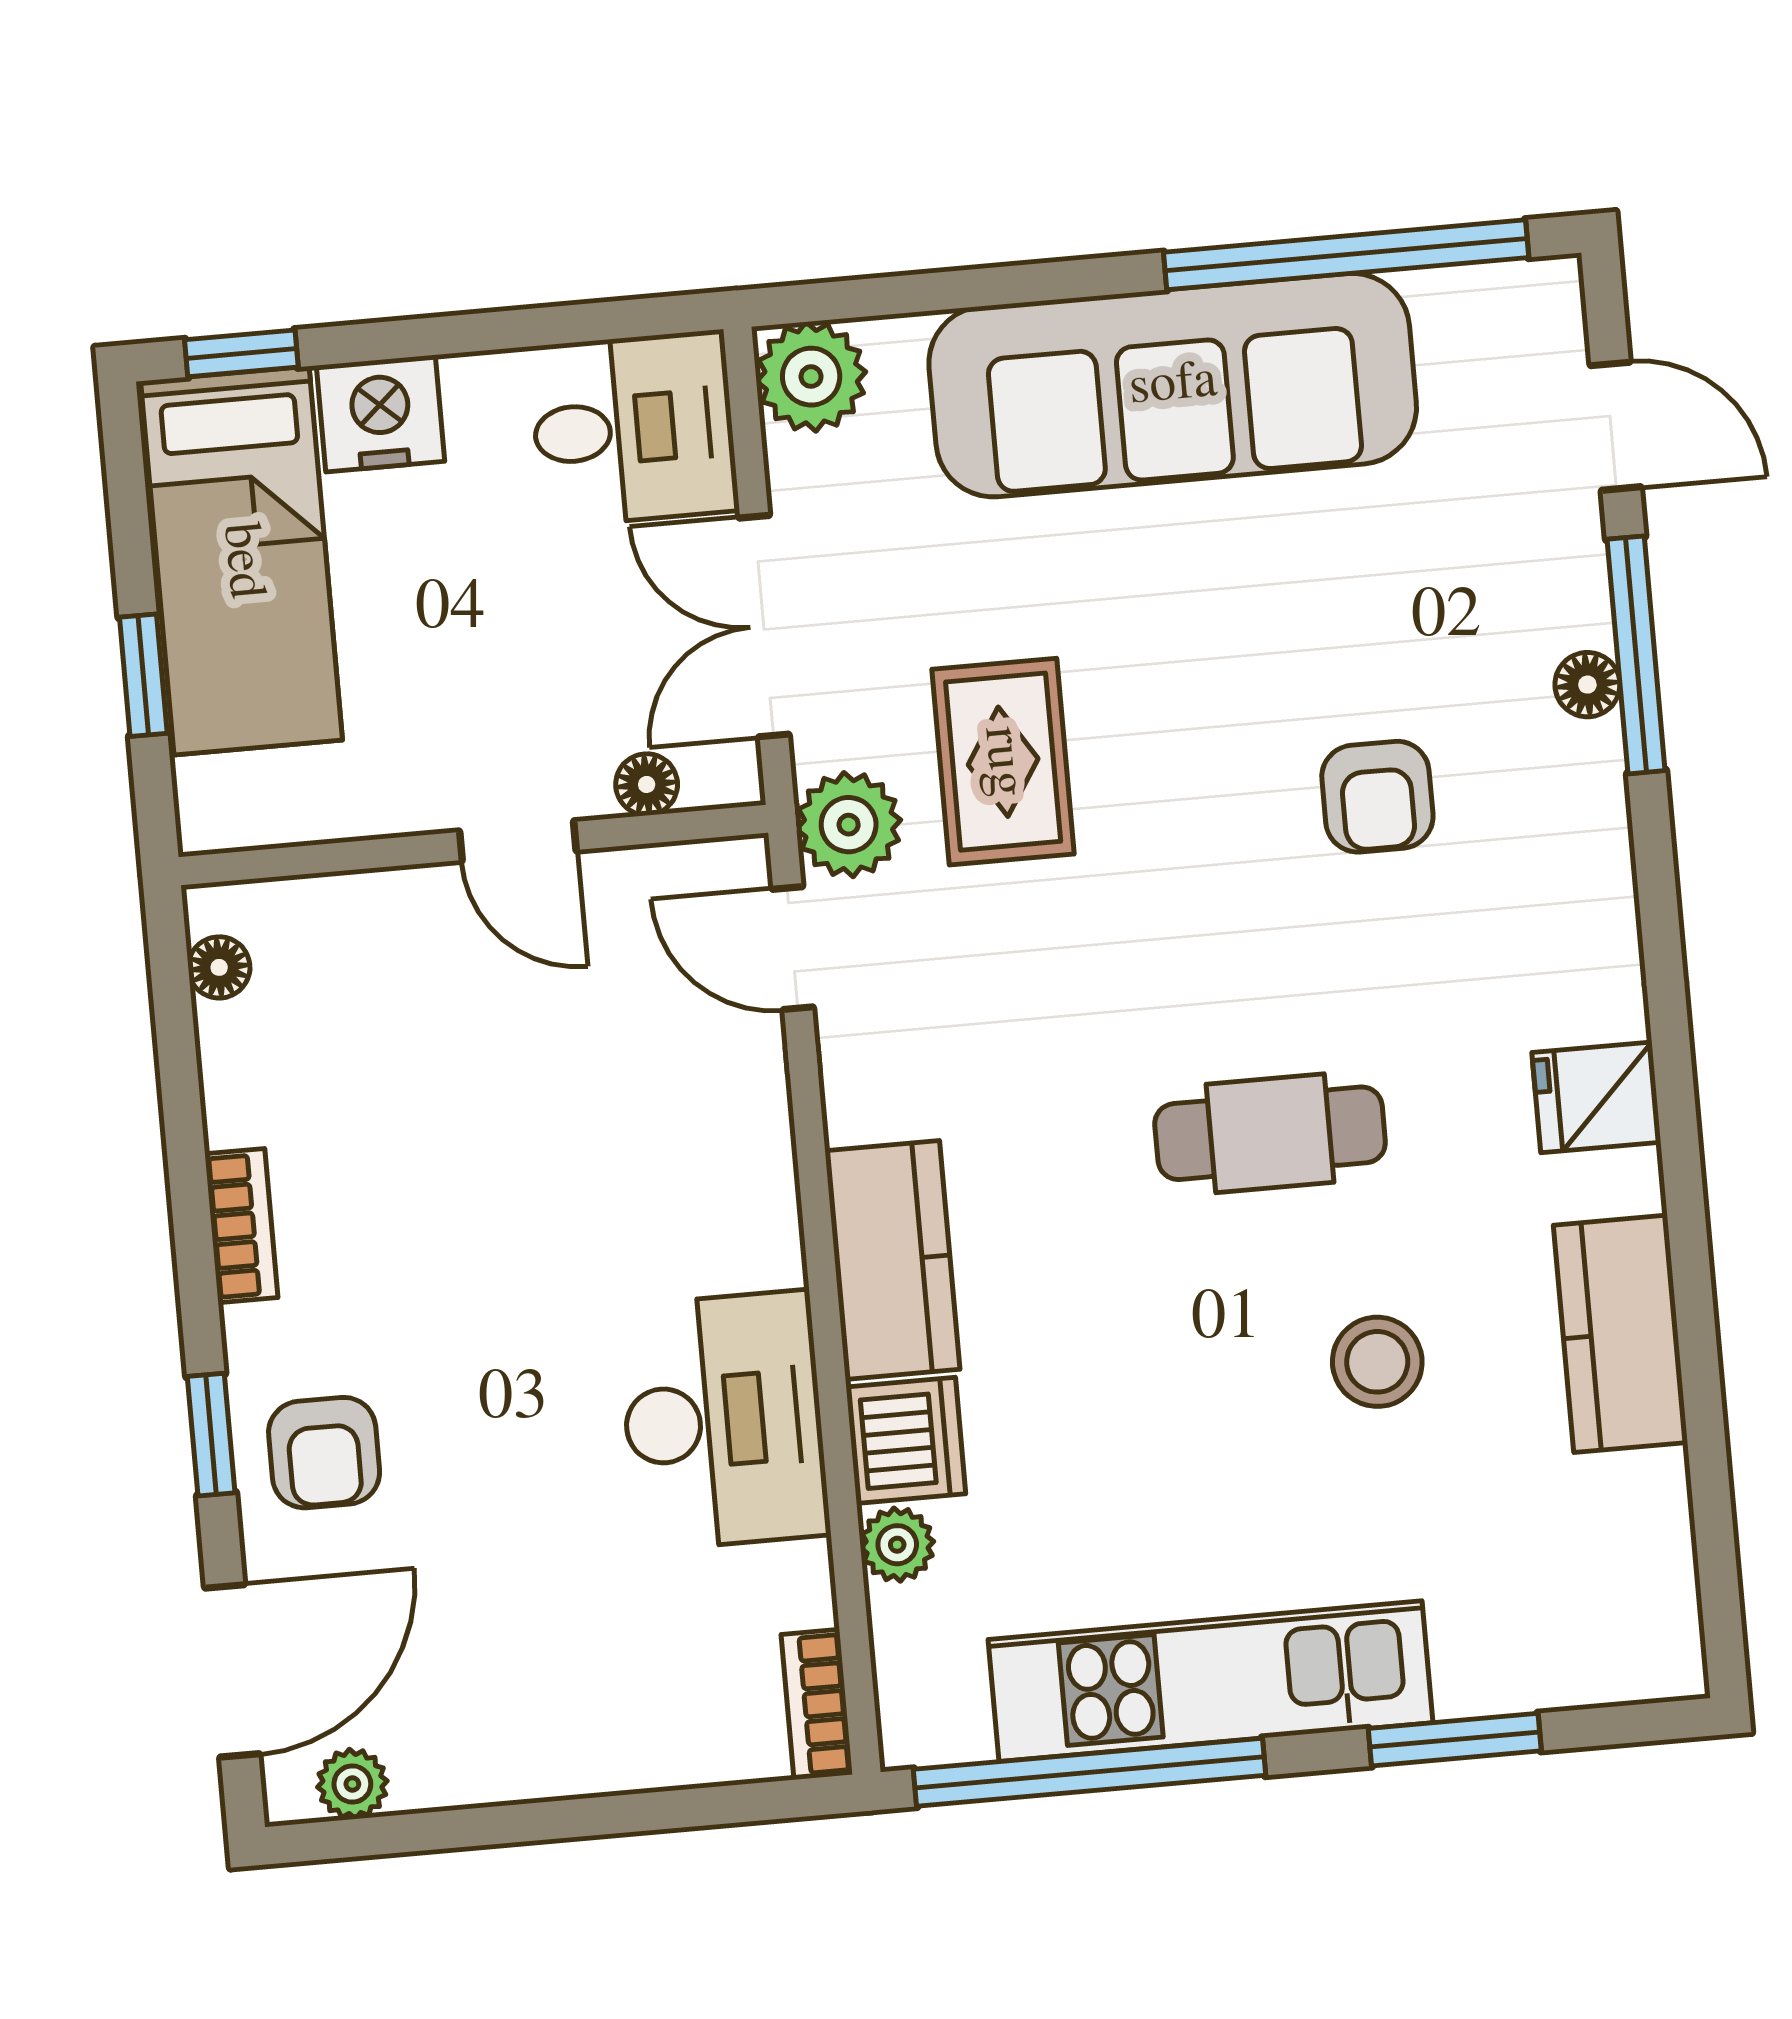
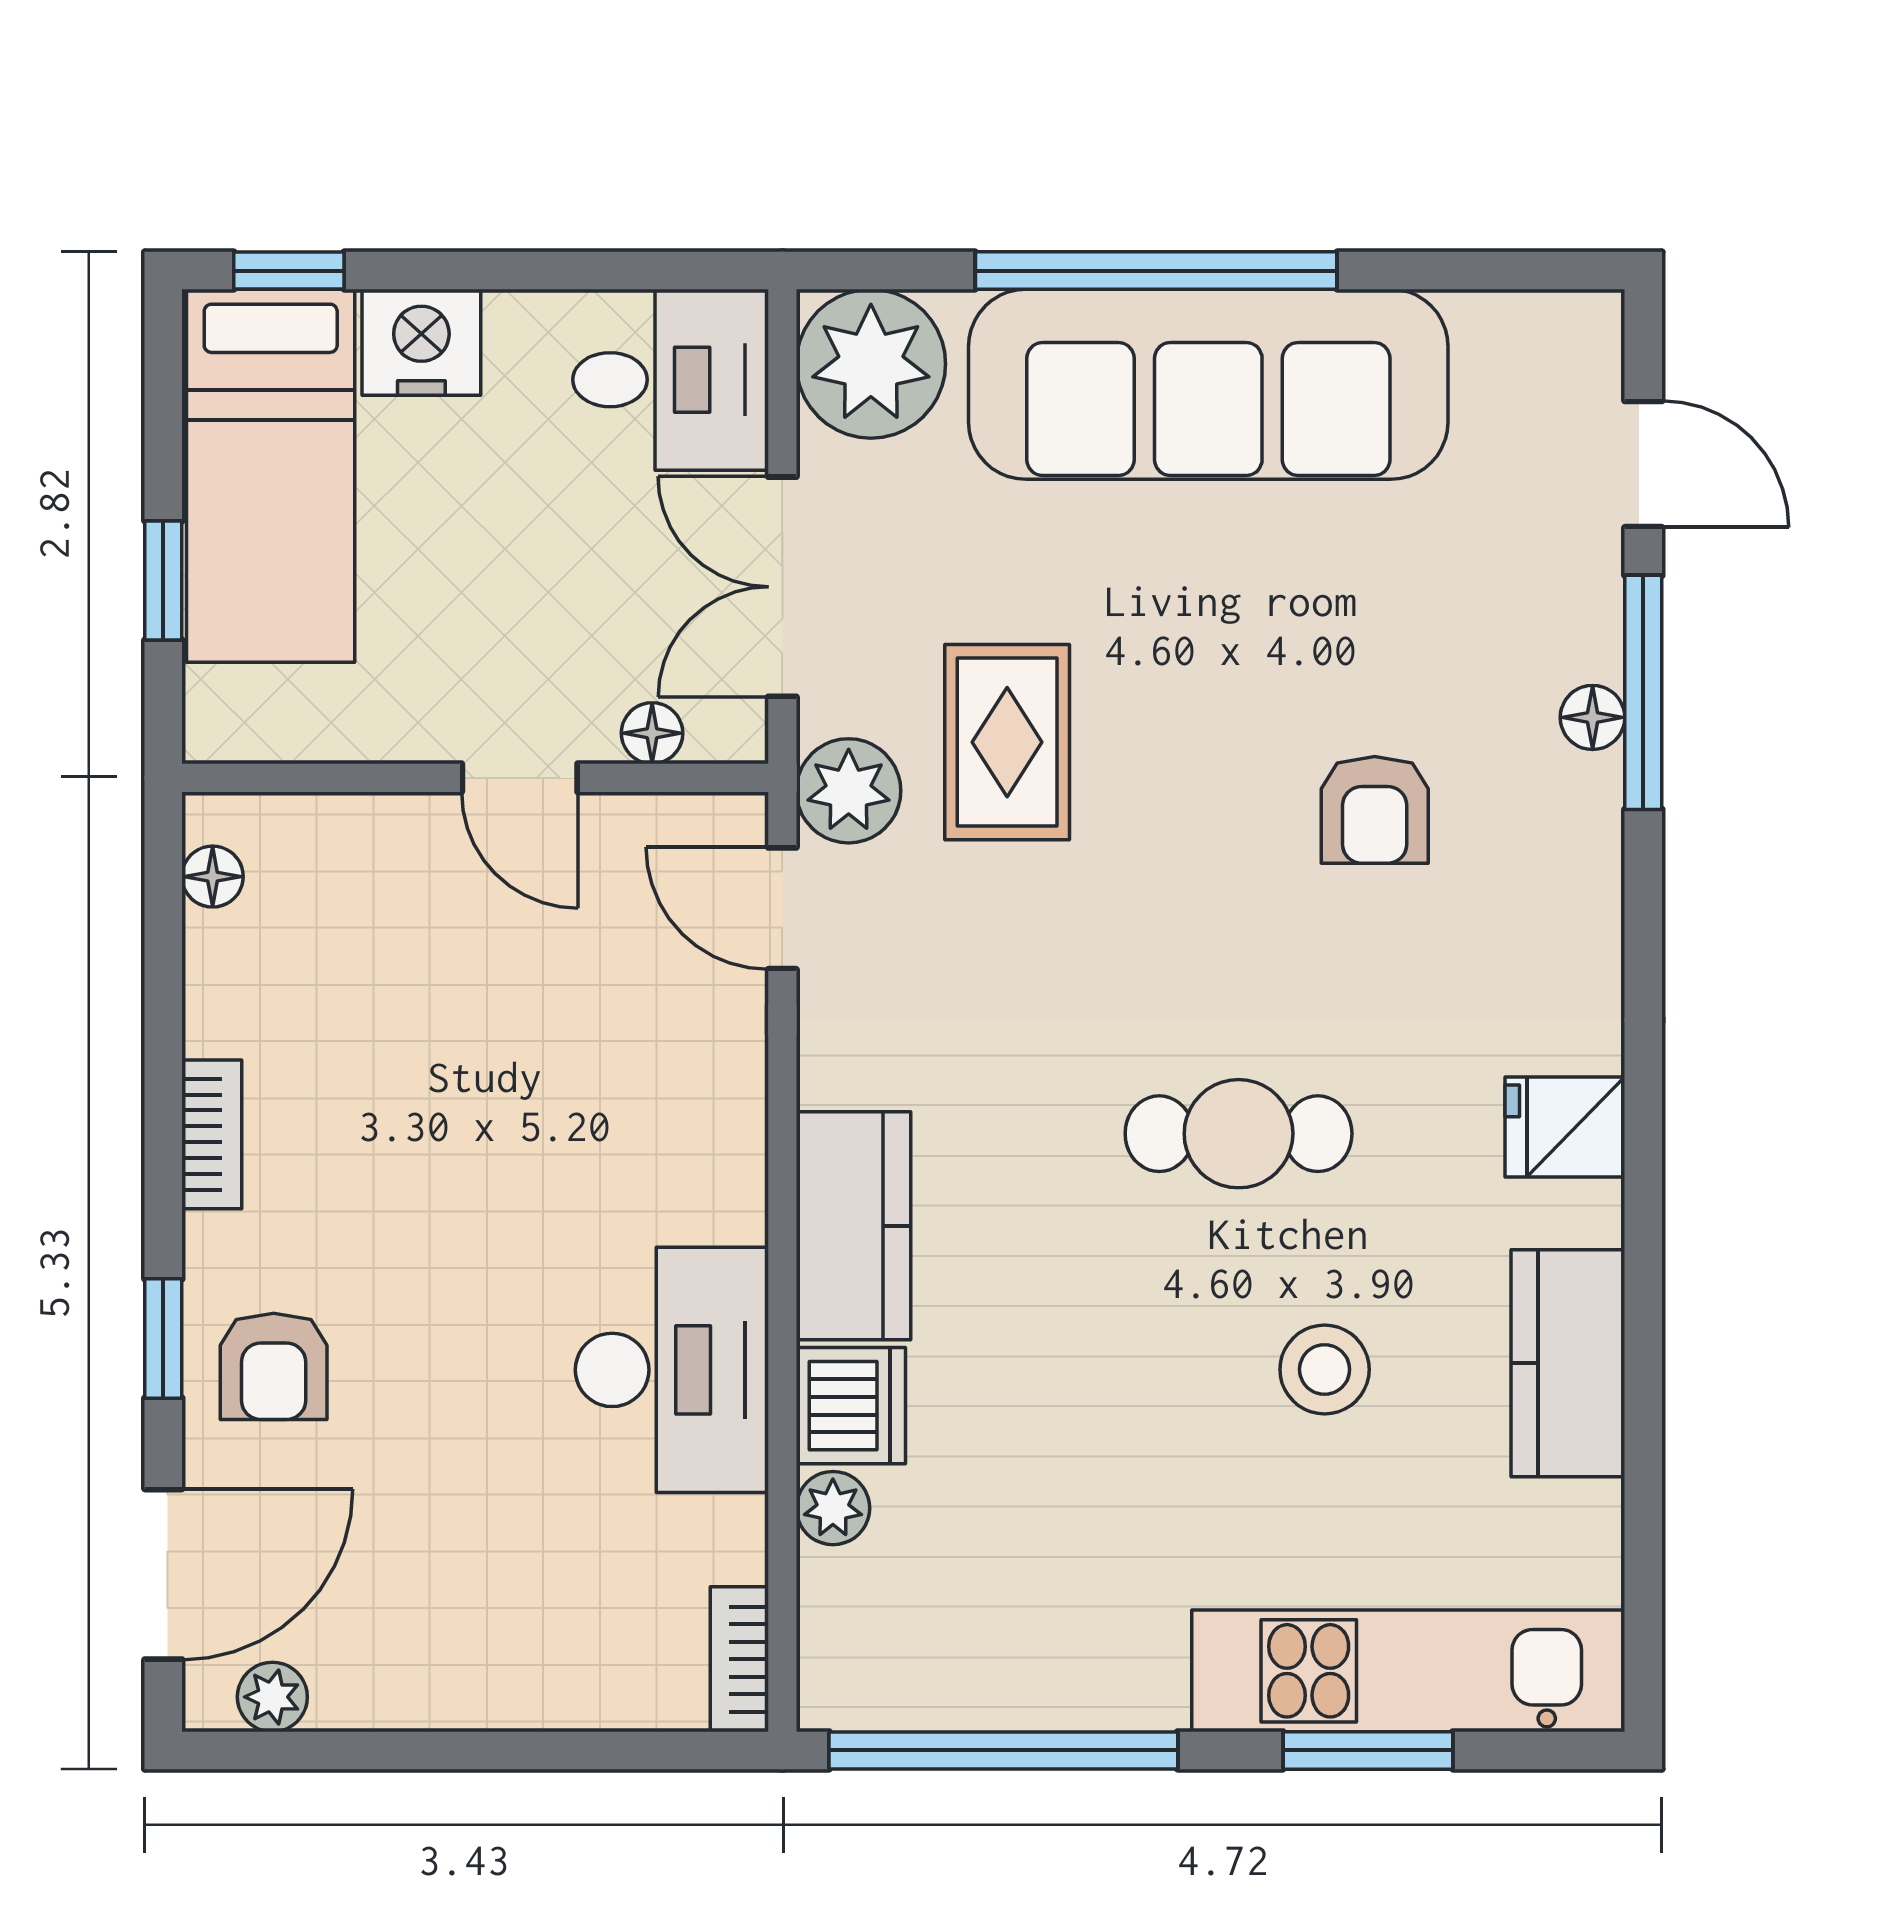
window: (1346, 255) -> (1156, 271), moved
plant: (811, 377) -> (871, 364), width x1.36, depth x1.36
kitchen unit: (1211, 1681) -> (1408, 1671), moved

